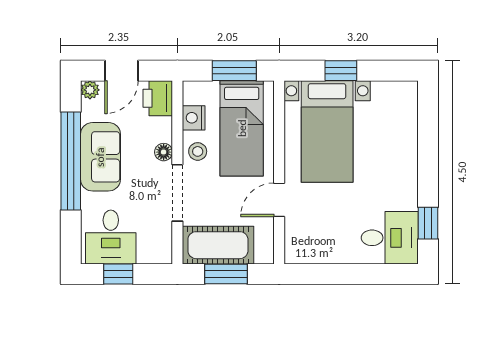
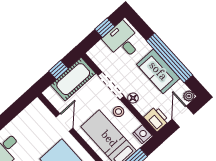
nightstand: (194, 118) -> (142, 134), moved
window: (226, 274) -> (58, 70), width x0.67

